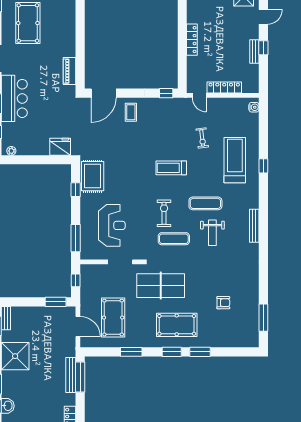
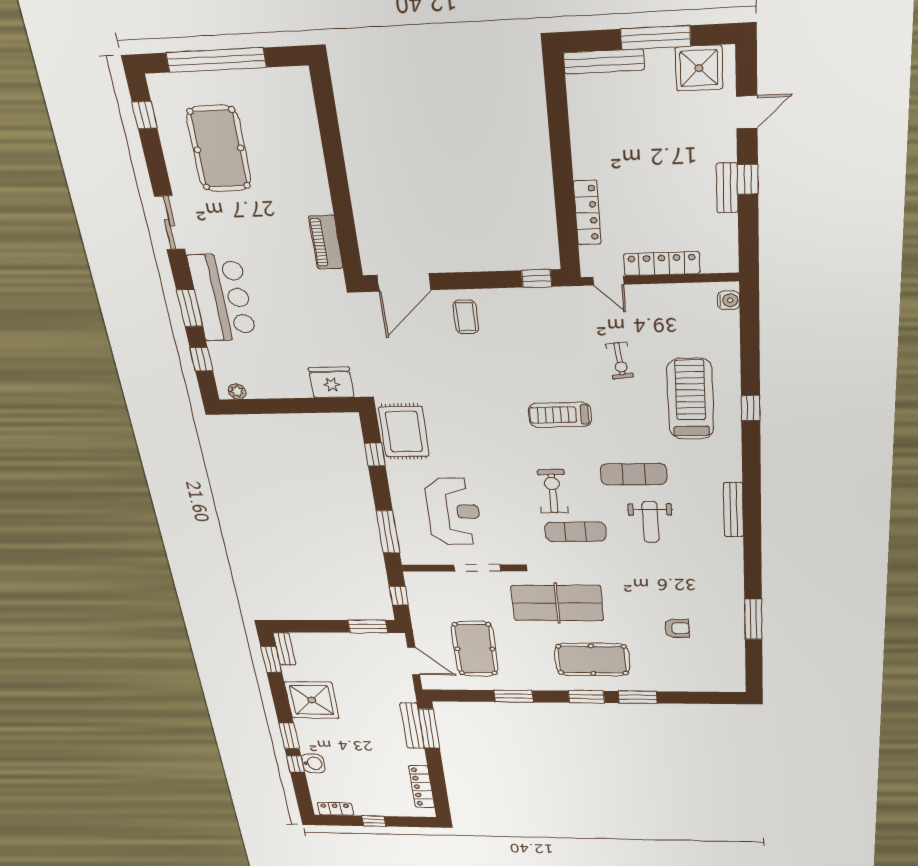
locker: (192, 40) -> (587, 213), moved
window: (263, 318) -> (753, 619), moved

